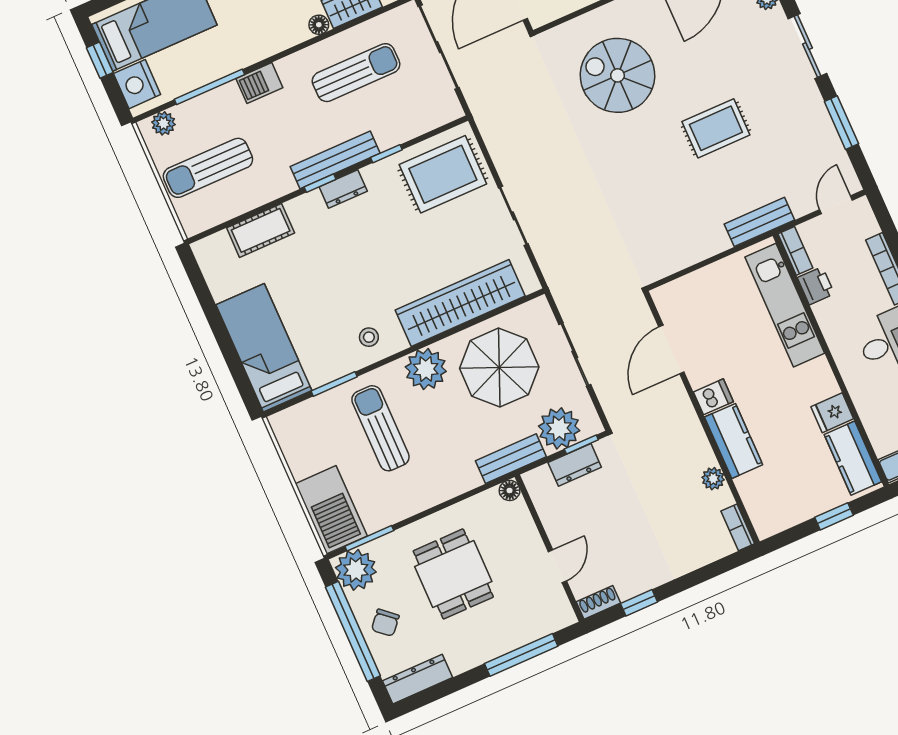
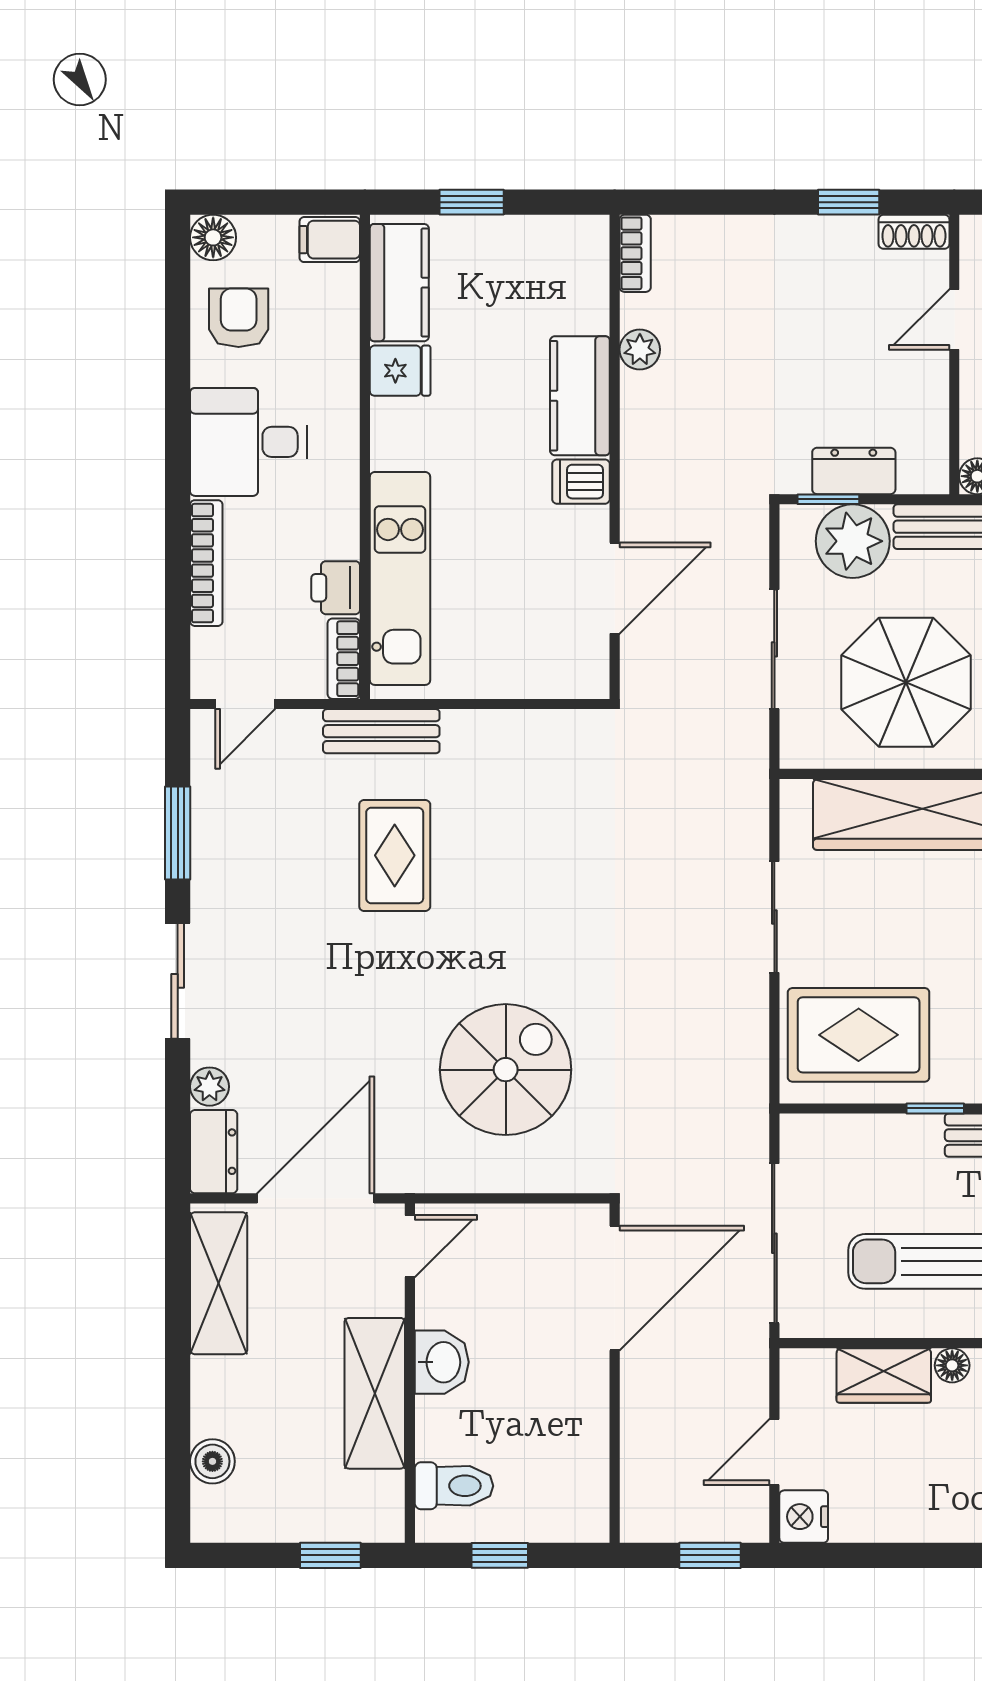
spiral stairs: (618, 75) -> (506, 1070), turned -90
rug: (716, 128) -> (395, 855), moved, turned 90

